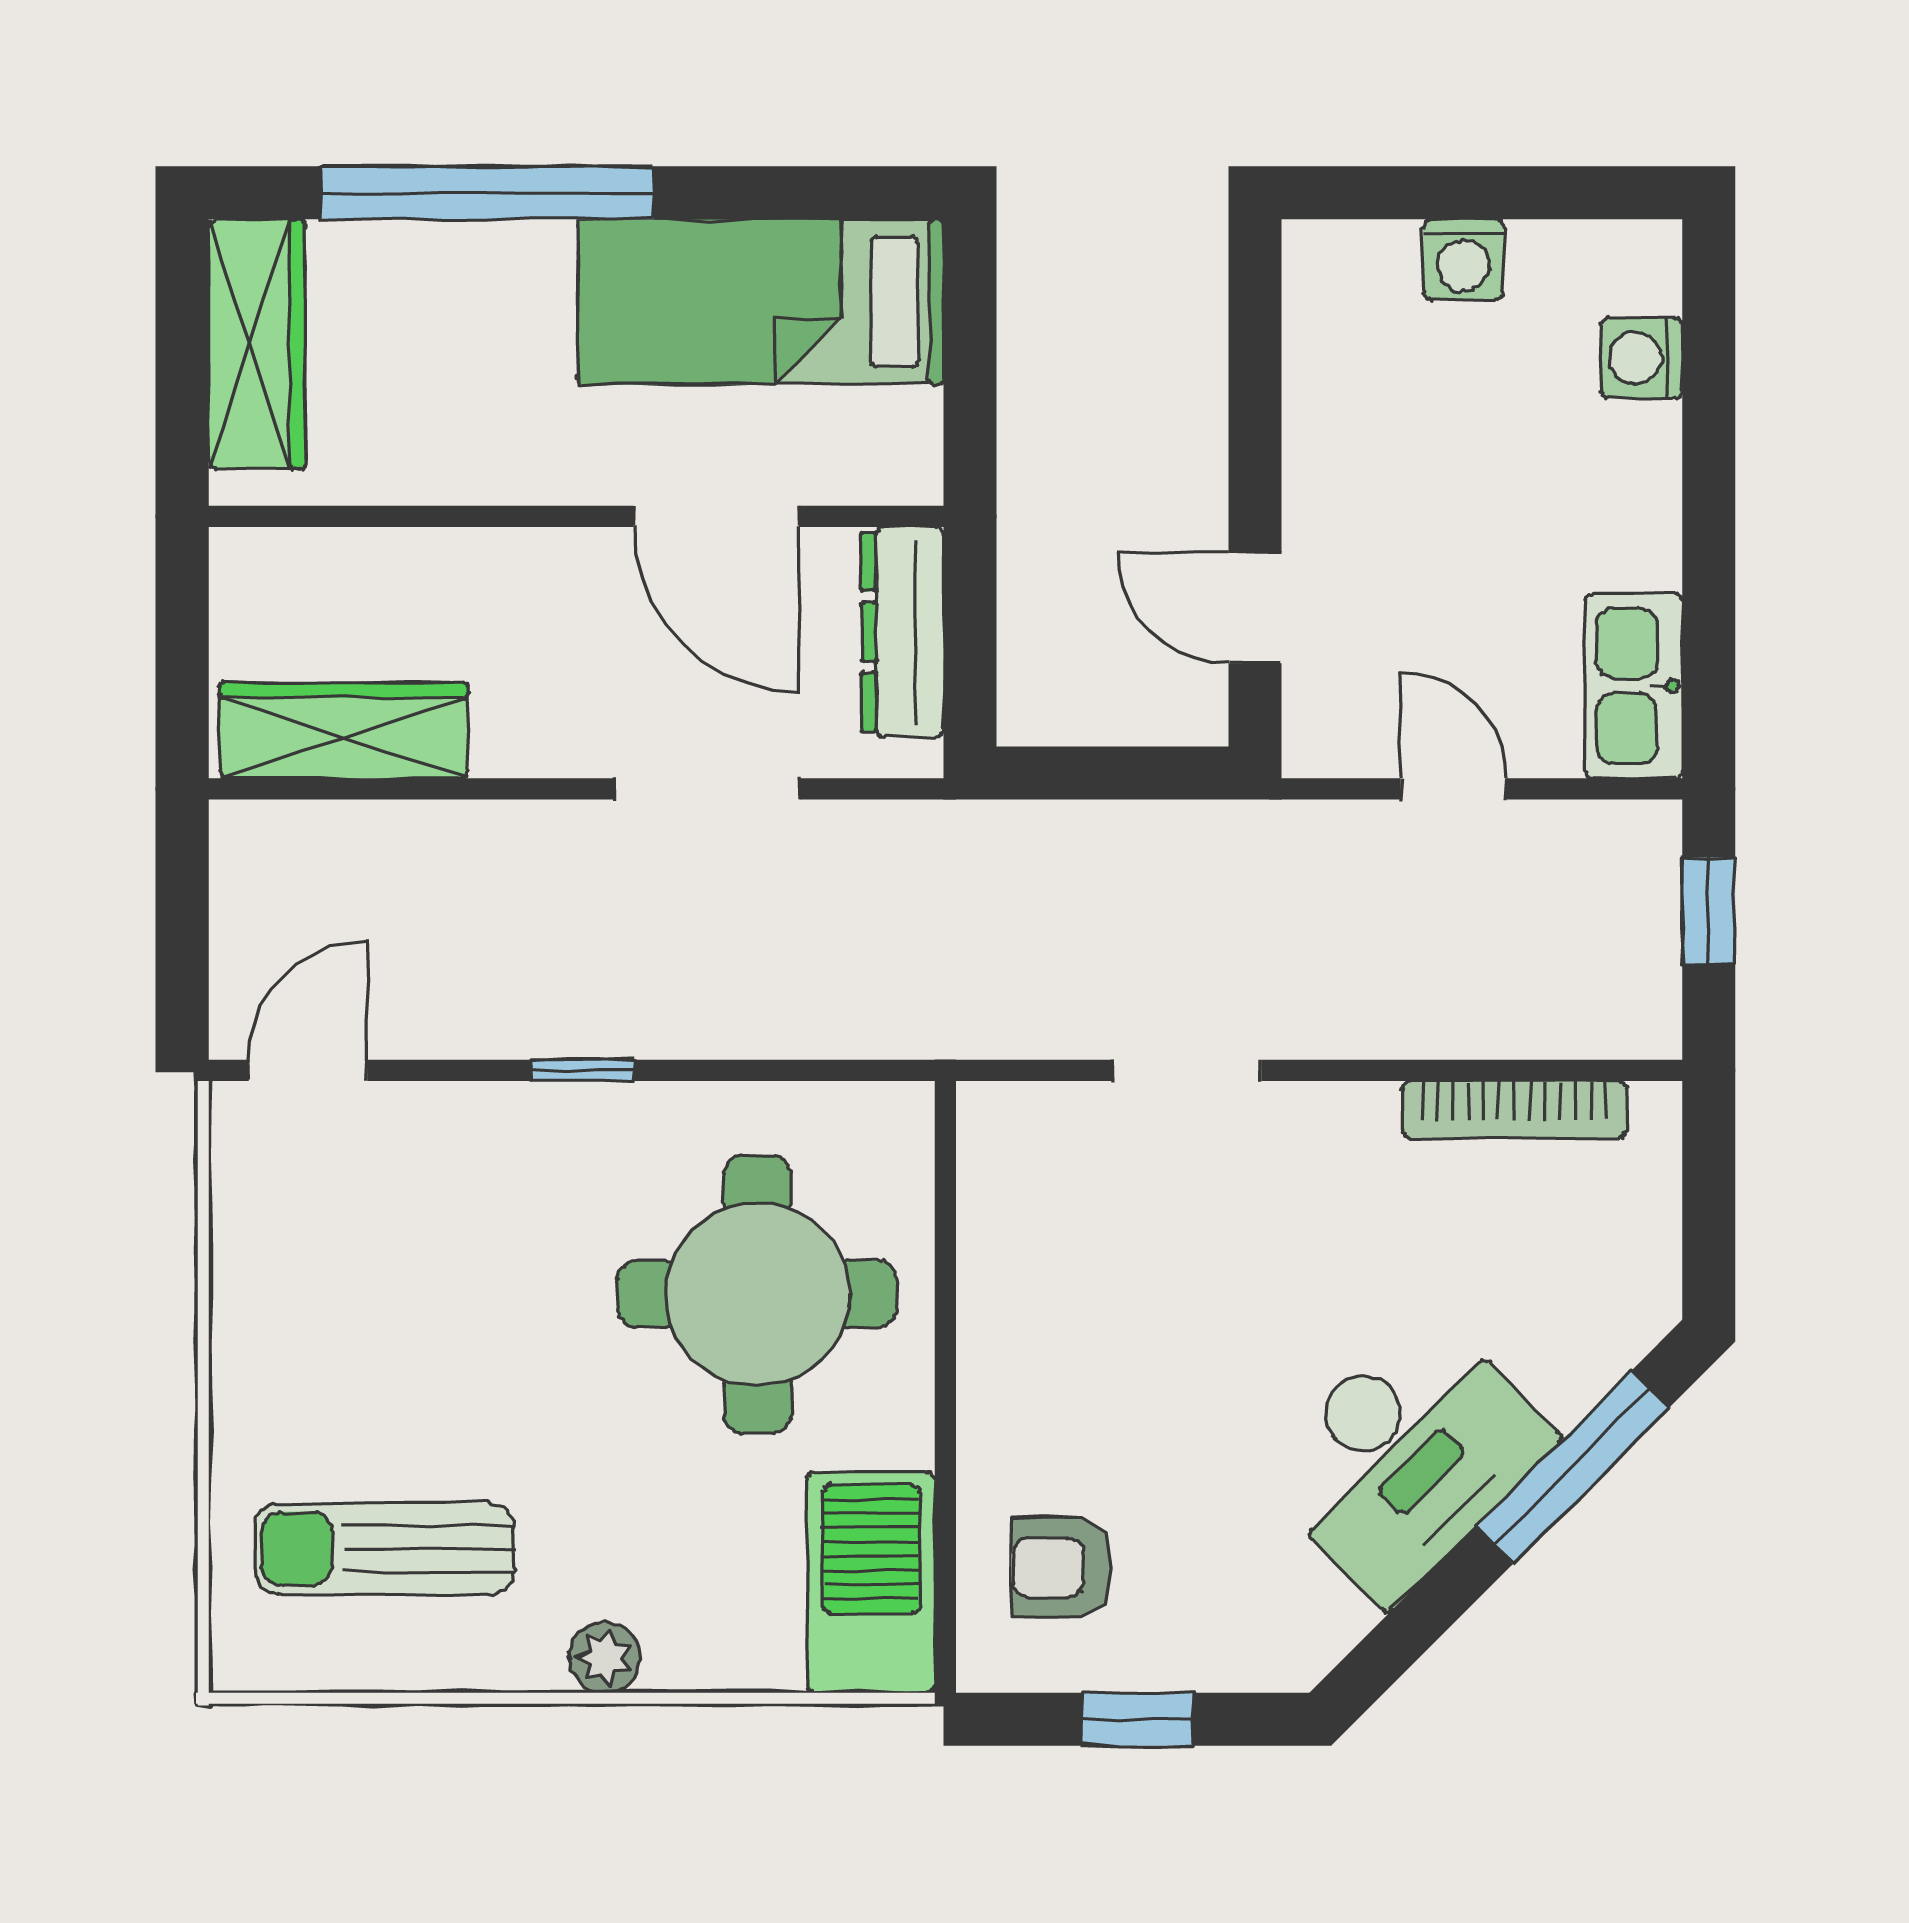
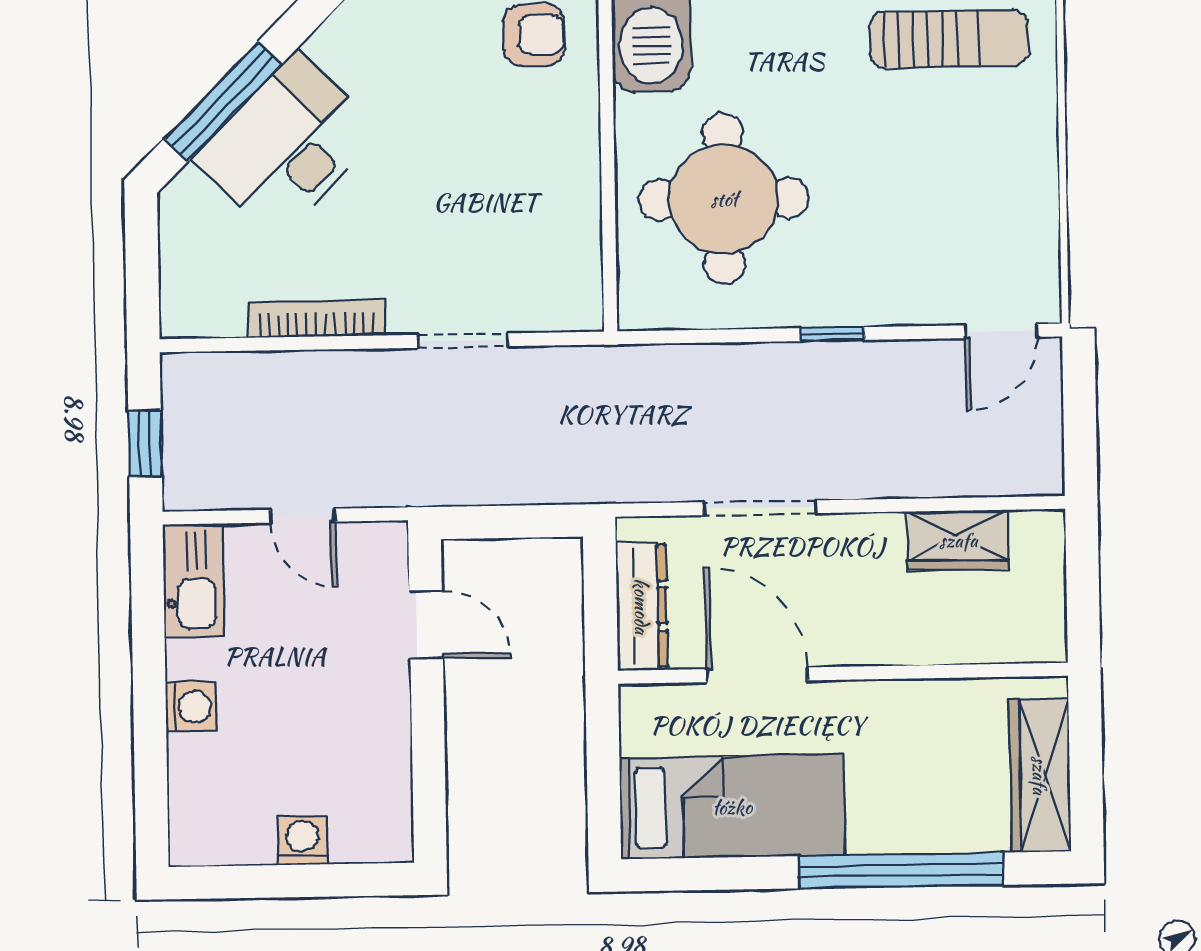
washing machine: (1642, 358) -> (191, 707), moved
wardrobe: (344, 730) -> (958, 540), width x0.67
bookcase: (1514, 1110) -> (316, 319), moved
desk: (1406, 1457) -> (287, 145), moved

